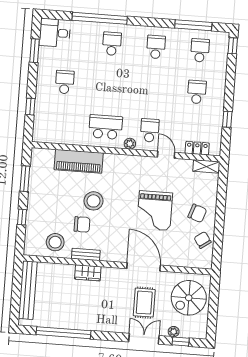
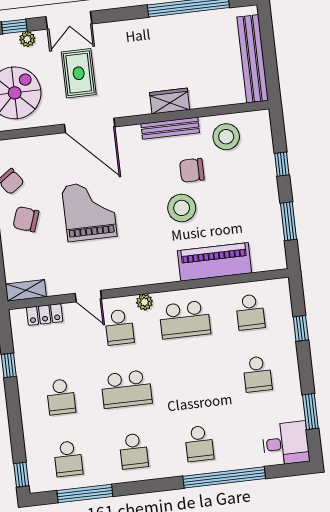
school desk: (153, 89) -> (126, 389), added
school desk: (62, 124) -> (250, 312), added
bench: (86, 254) -> (170, 128), width x1.36

